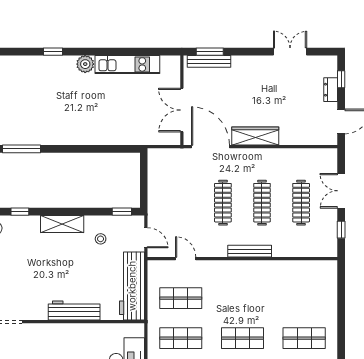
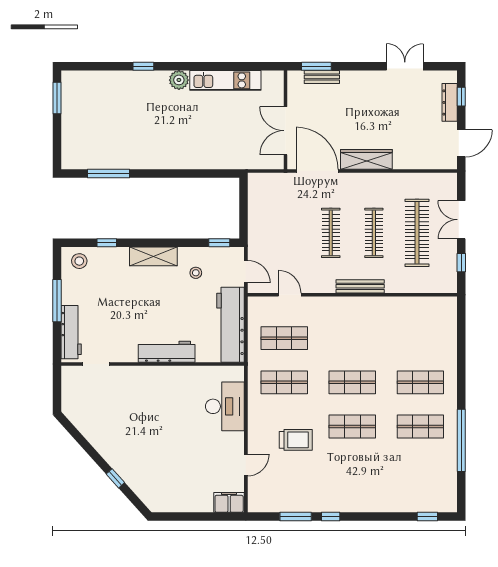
bench: (209, 61) -> (322, 77), width x0.73
dresser: (331, 90) -> (450, 102), width x1.44
clothes rail: (301, 203) -> (417, 233), width x1.37, depth x1.31

